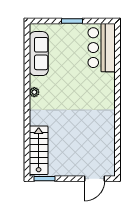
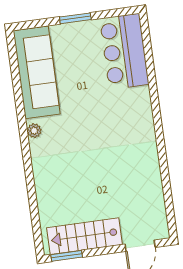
sofa: (39, 54) -> (37, 72), width x1.36, depth x1.27
stairs: (39, 150) -> (85, 236), moved, turned -90

